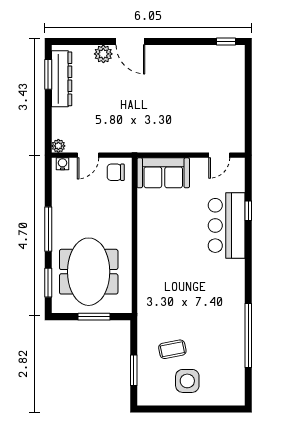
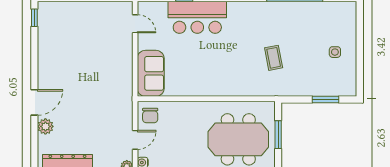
door: (88, 155) -> (135, 140), hinge flipped
coffee table: (172, 349) -> (274, 58), moved
side table: (187, 381) -> (335, 52), width x0.54, depth x0.54

